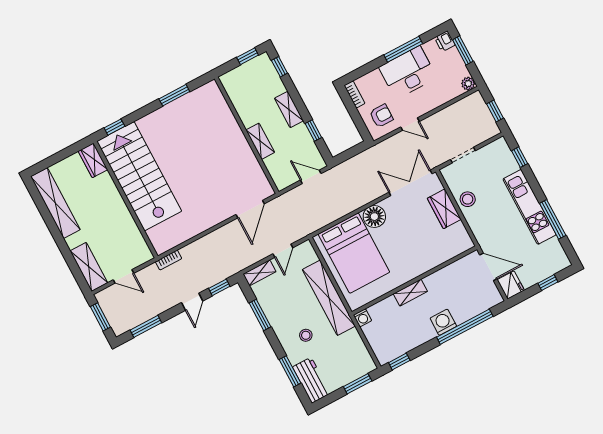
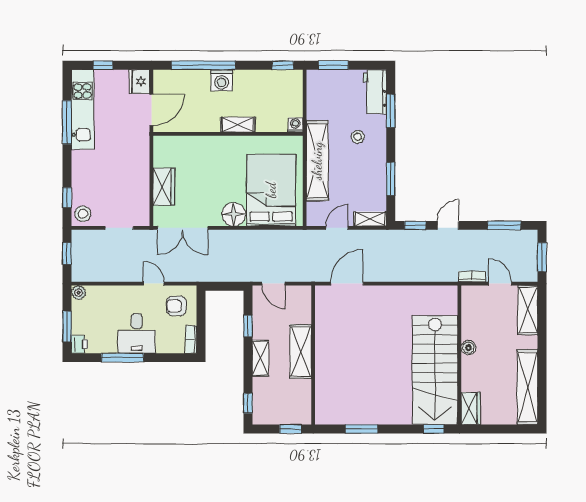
window: (248, 56) -> (290, 429), moved
desk: (408, 72) -> (137, 333), width x0.73
shelving: (260, 141) -> (301, 352), width x1.50, depth x1.33
stool: (468, 199) -> (83, 214), moved
kitchen unit: (529, 207) -> (83, 109), moved
boiler: (121, 210) -> (468, 348), added
bookcase: (169, 260) -> (472, 277), moved
door: (488, 267) -> (151, 110), swing flipped

